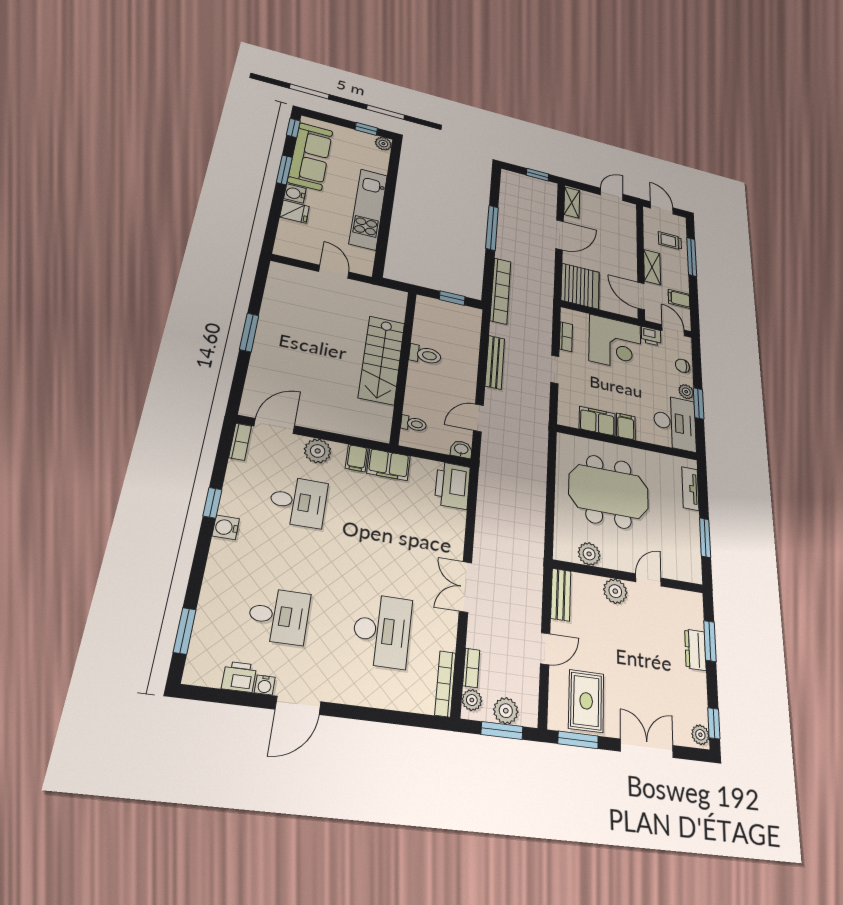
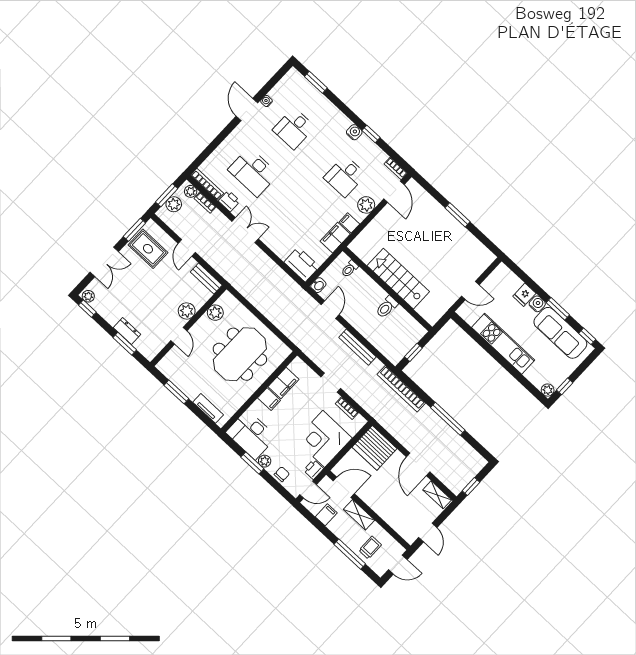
printer: (239, 677) -> (229, 201), moved, turned -90

